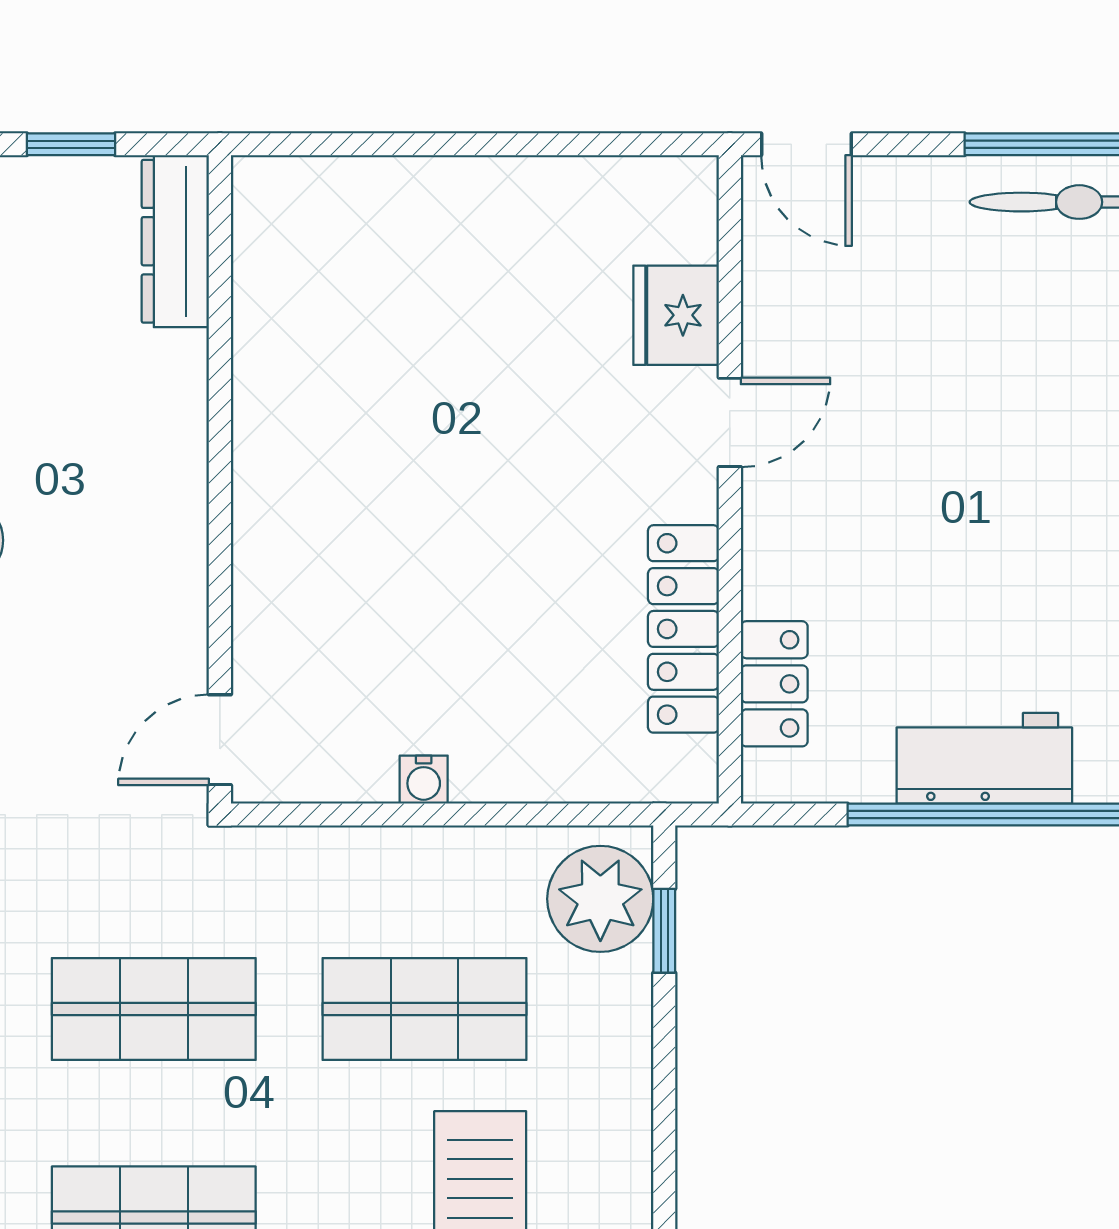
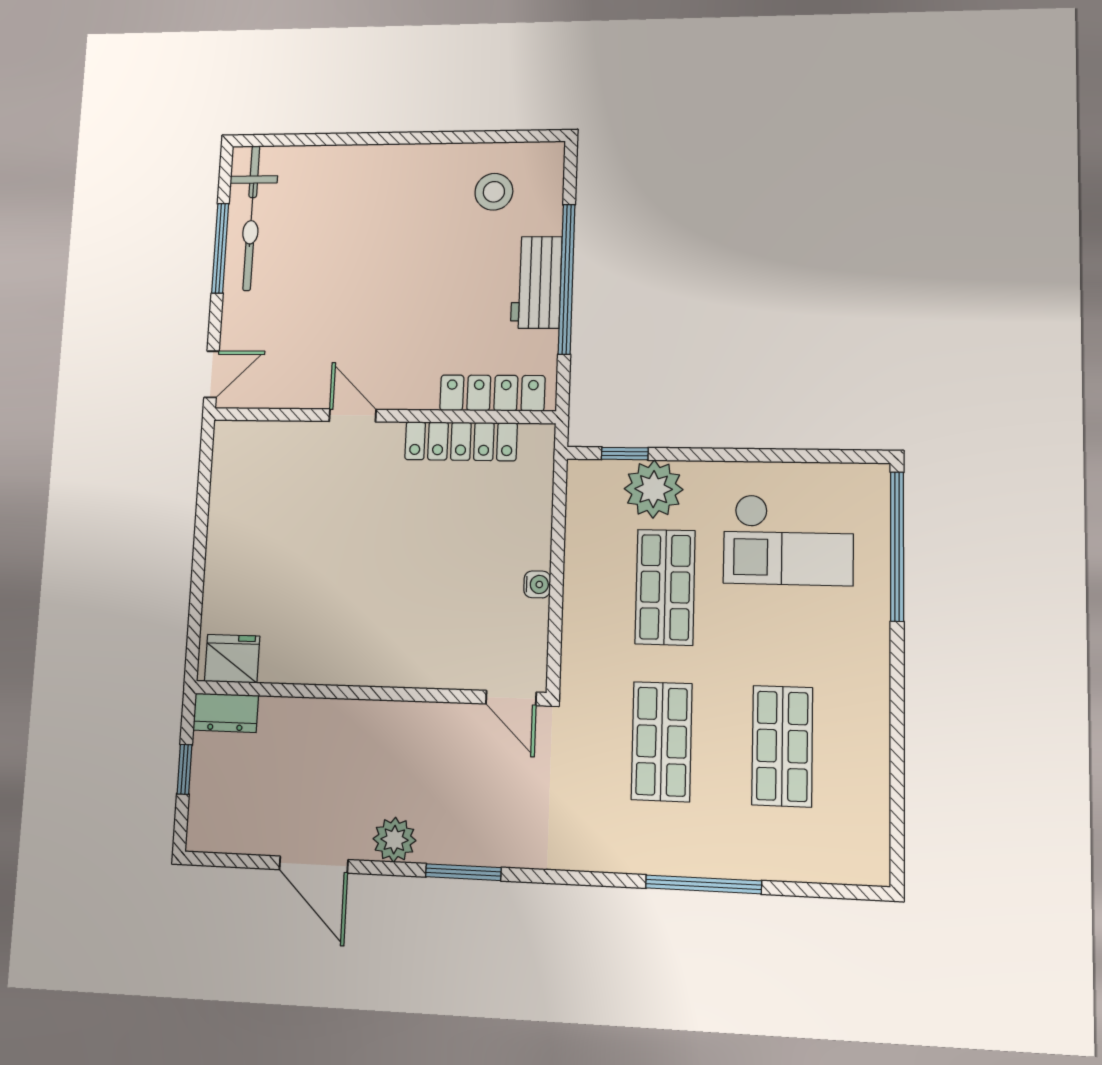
dresser: (175, 241) -> (226, 713), width x0.70
fridge: (676, 315) -> (232, 659), moved, turned 180
locker: (774, 684) -> (492, 393), width x1.53
plant: (600, 899) -> (654, 489), moved

